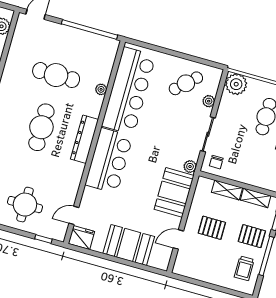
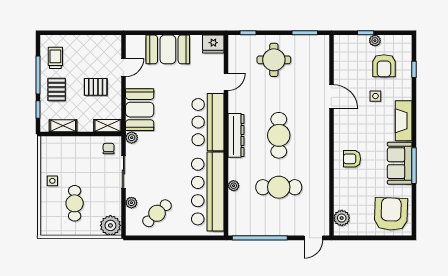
shelving: (227, 190) -> (108, 126), moved
door: (74, 215) -> (226, 82), moved
pallet: (252, 236) -> (57, 89), turned 90

